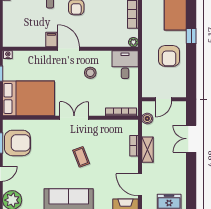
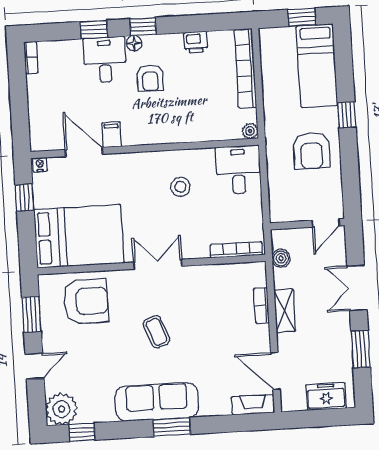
door: (68, 49) -> (84, 152), moved
door: (163, 99) -> (326, 223), moved
armchair: (17, 143) -> (86, 301), moved
coffee table: (81, 157) -> (157, 332), moved
window: (191, 175) -> (361, 349), added

